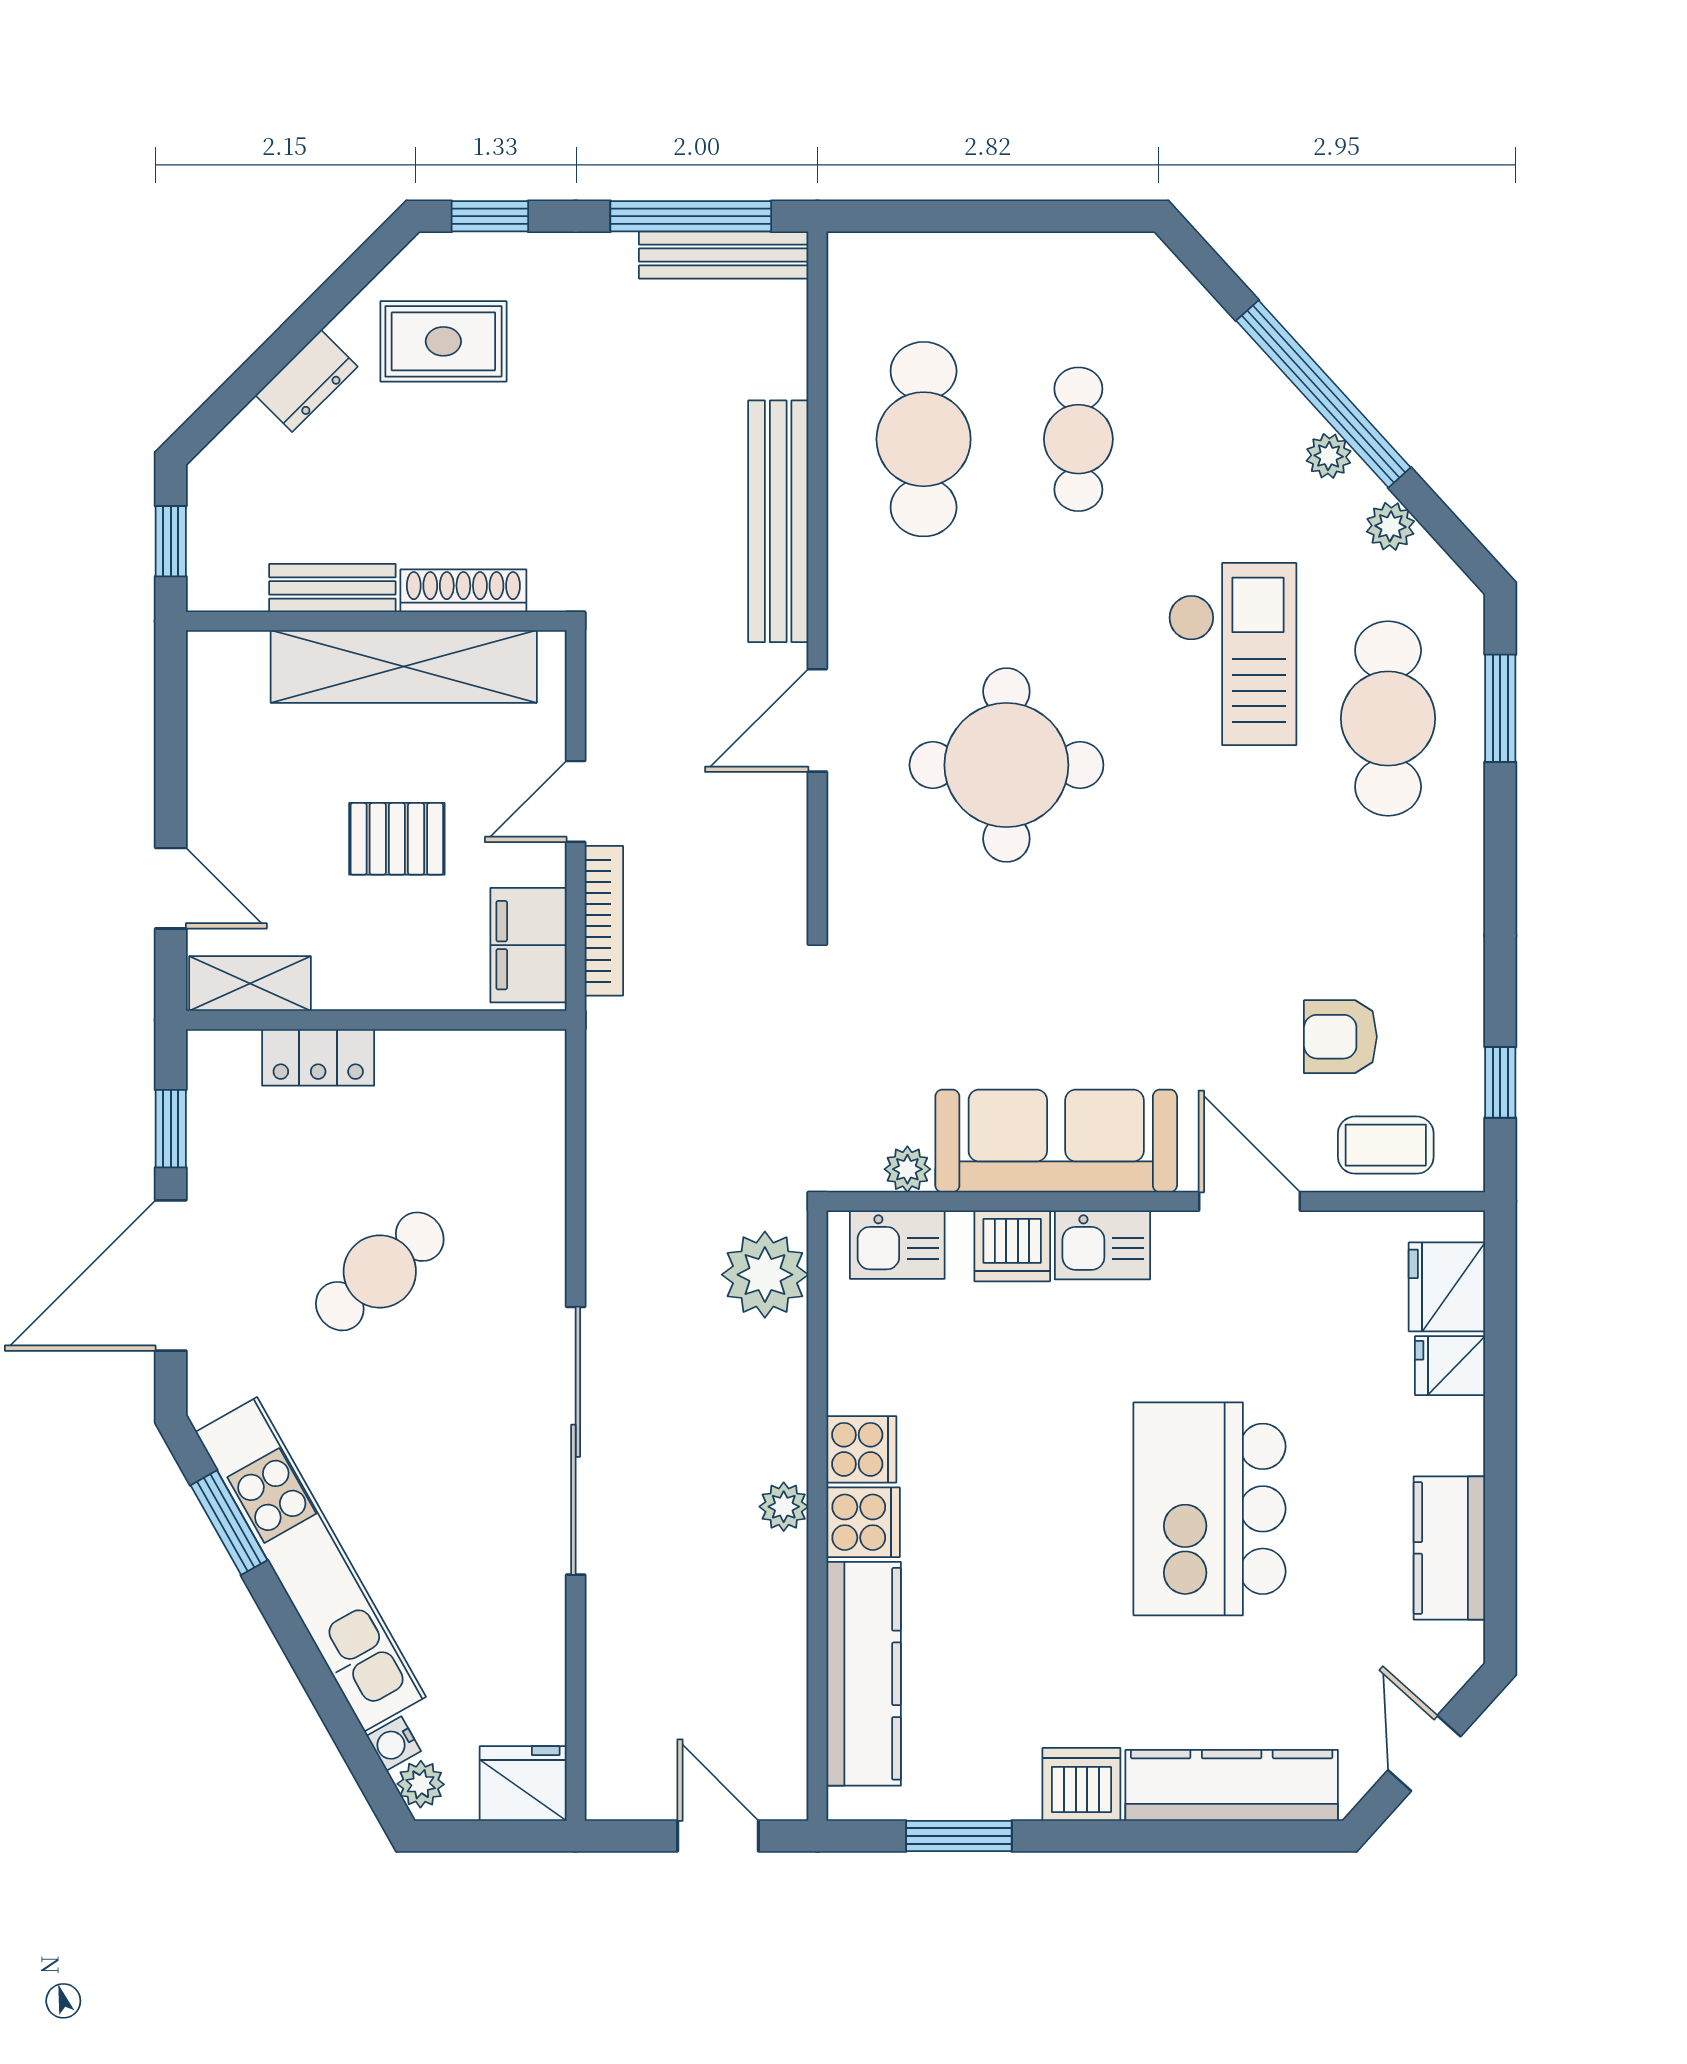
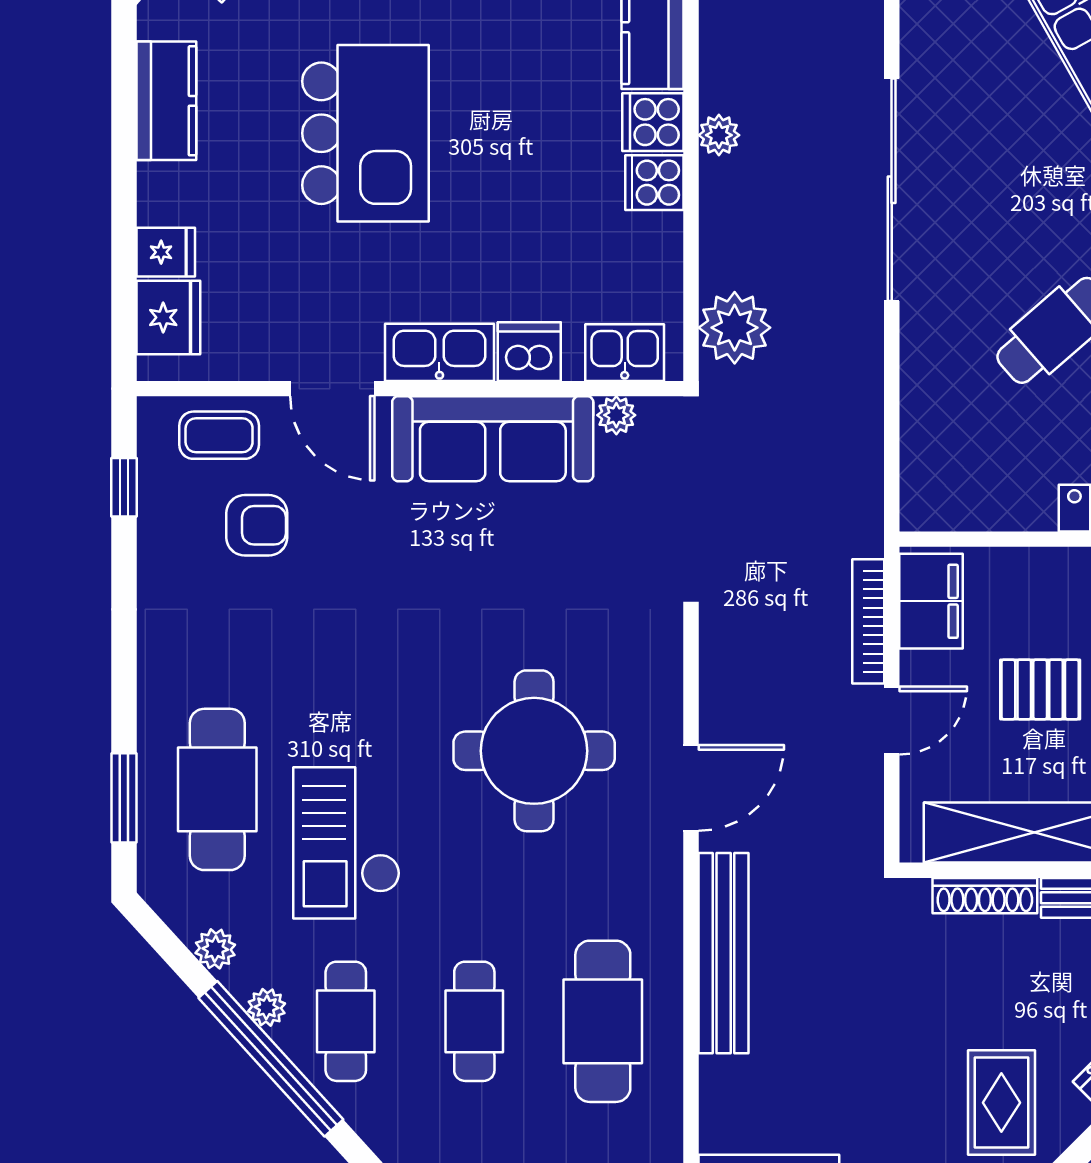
rug: (443, 341) -> (1001, 1103), turned 90
cafe table: (1233, 439) -> (346, 1021), added
kitchen sink: (1102, 1245) -> (439, 352), width x1.38

